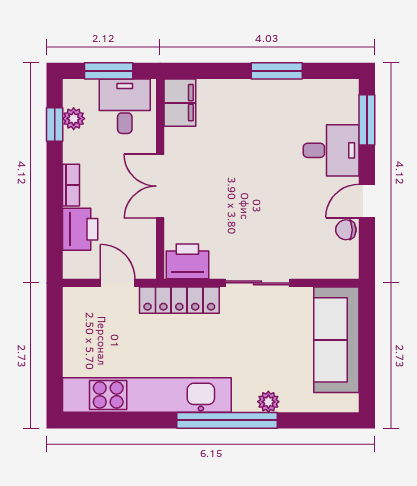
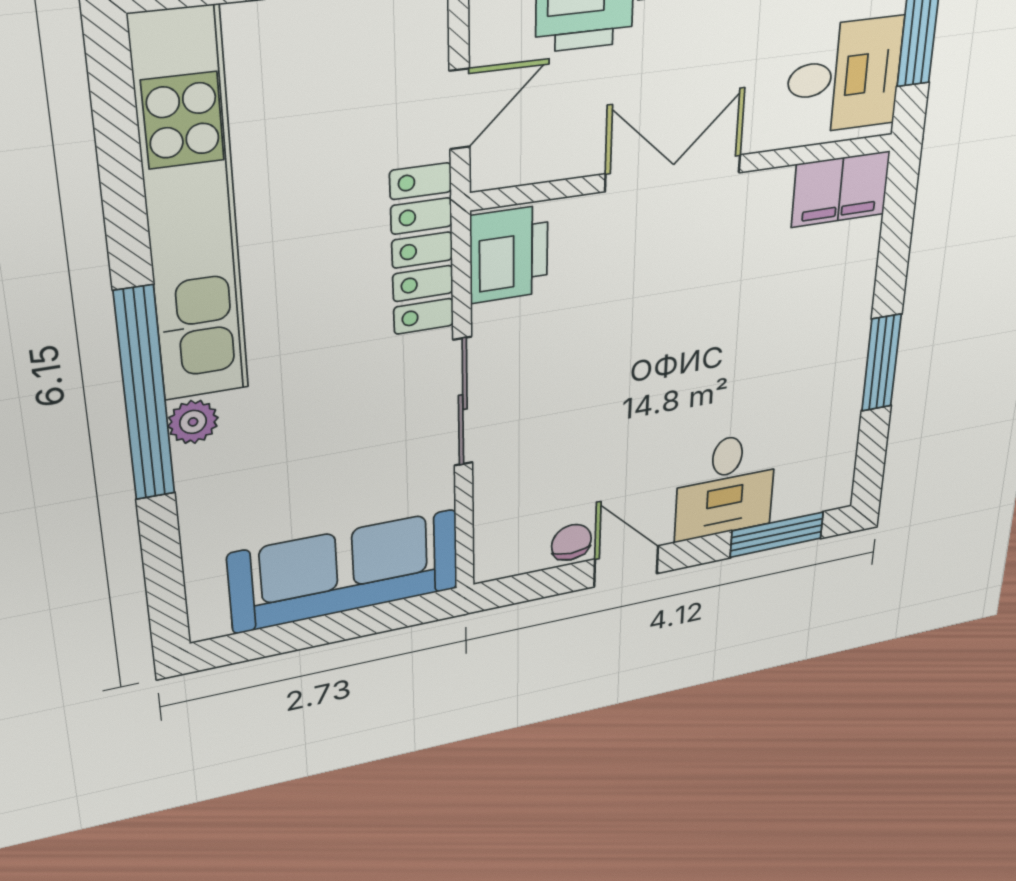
plant: (268, 402) -> (193, 422), moved

